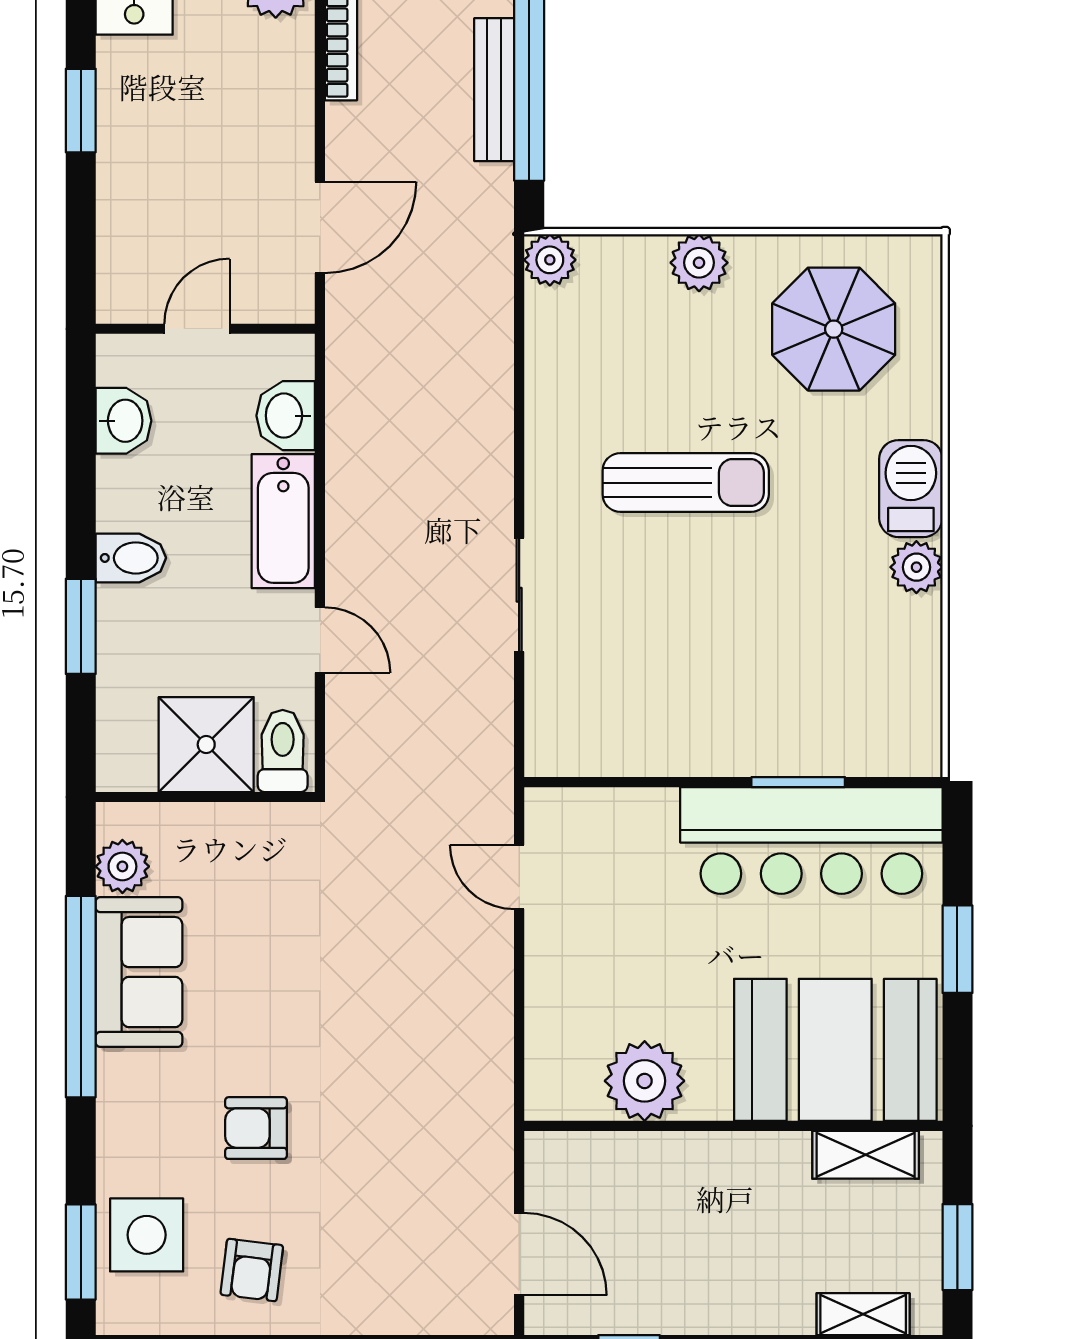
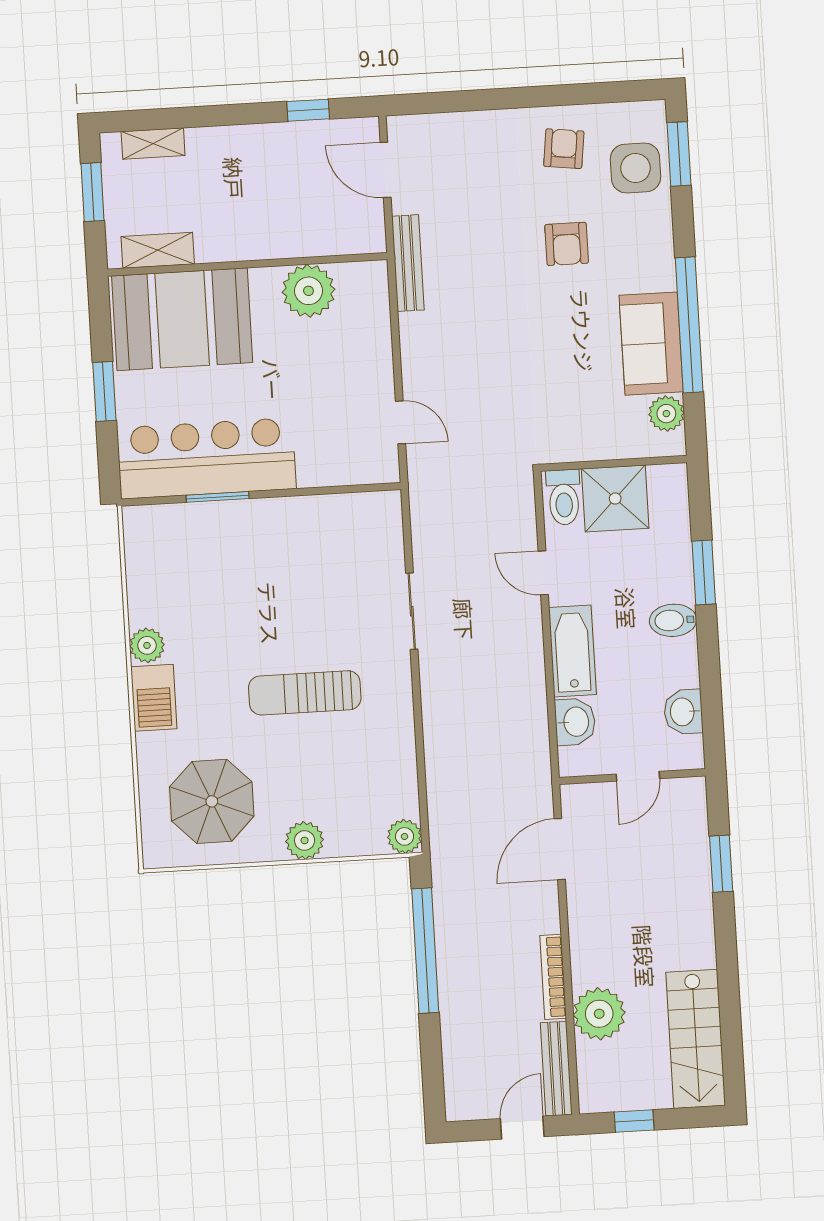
bench: (494, 90) -> (408, 263), moved
window: (81, 111) -> (721, 864), moved
armchair: (256, 1128) -> (567, 244), turned 90

